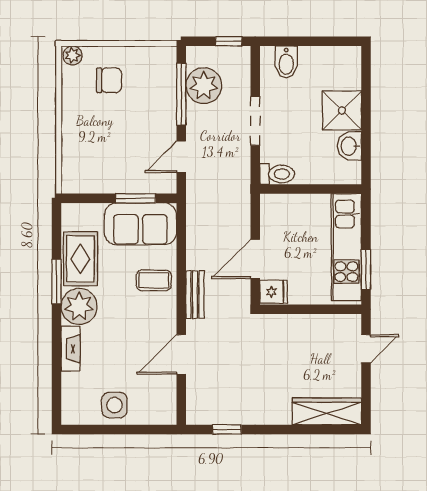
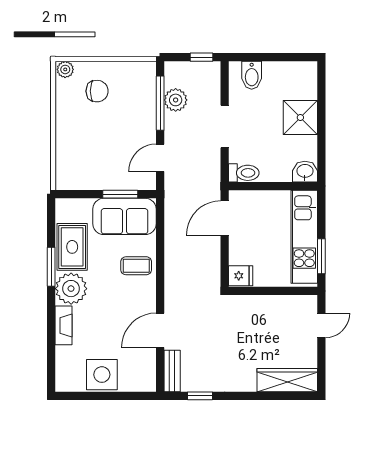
plant: (204, 86) -> (176, 100), width x0.73, depth x0.73
washbasin: (349, 146) -> (305, 172), moved, turned 90
door: (255, 259) -> (225, 218), moved
bench: (195, 295) -> (172, 371), moved
side table: (114, 405) -> (102, 375), width x1.37, depth x1.37

